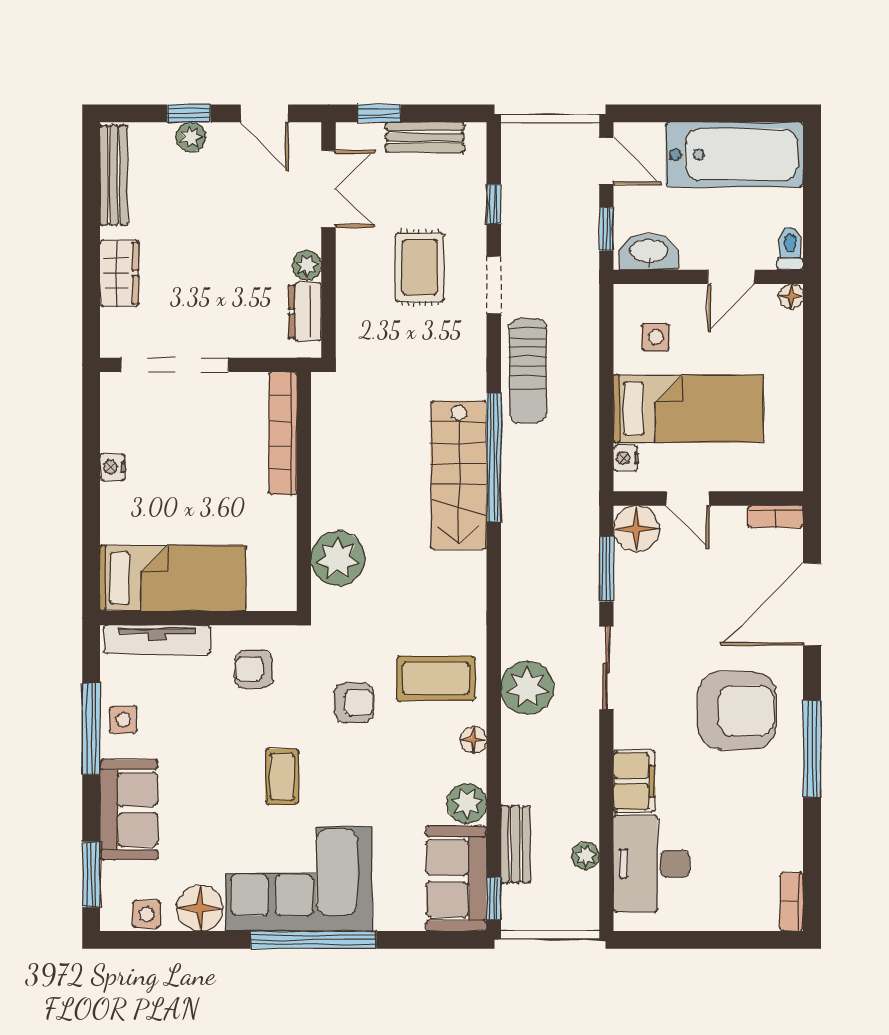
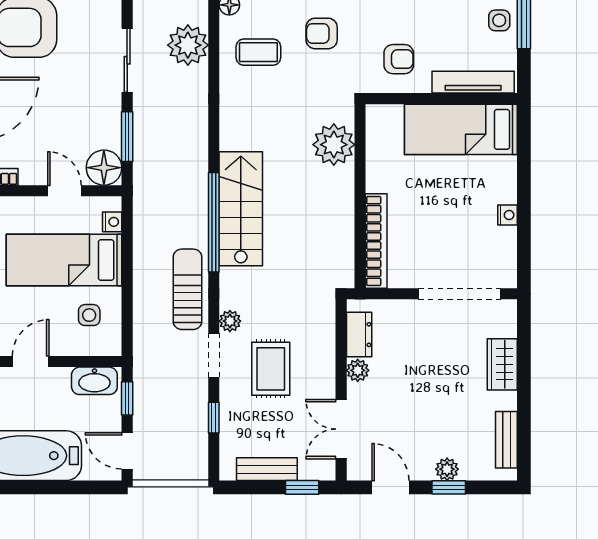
bench: (114, 175) -> (506, 440), width x0.73
plant: (473, 329) -> (230, 321), added
coffee table: (436, 678) -> (258, 52), width x0.73, depth x0.77

